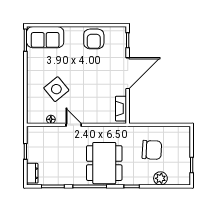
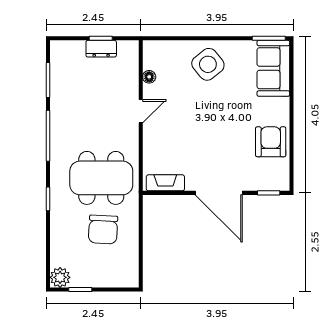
armchair: (94, 39) -> (271, 142), turned 90
side table: (56, 89) -> (208, 64), moved
dining table: (104, 163) -> (101, 178), moved
dresser: (32, 173) -> (101, 49), moved
plant: (160, 178) -> (60, 277), moved

